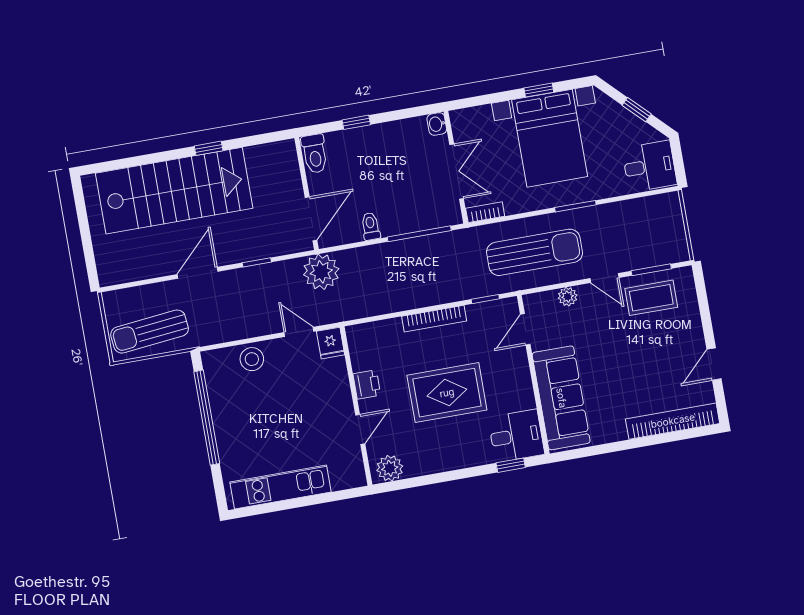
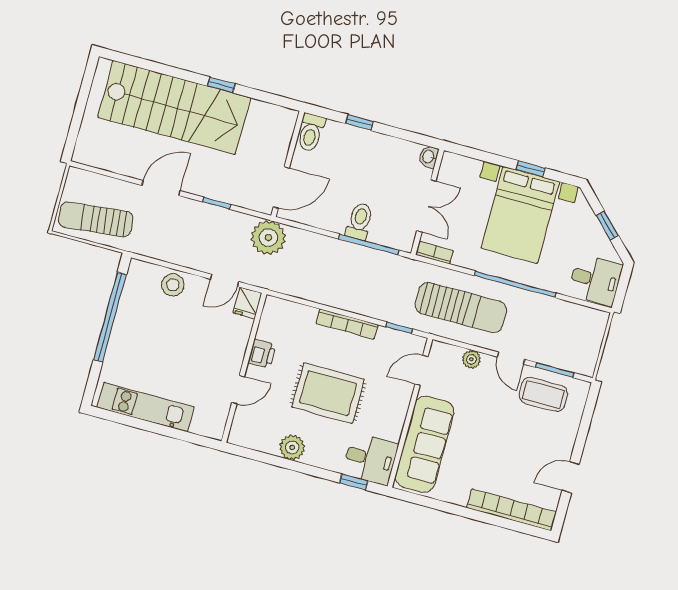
window: (575, 206) -> (515, 284), width x2.11
toilet: (371, 226) -> (360, 221), moved, width x1.37, depth x1.39
door: (299, 332) -> (225, 280), swing flipped
plant: (390, 468) -> (292, 447), moved

